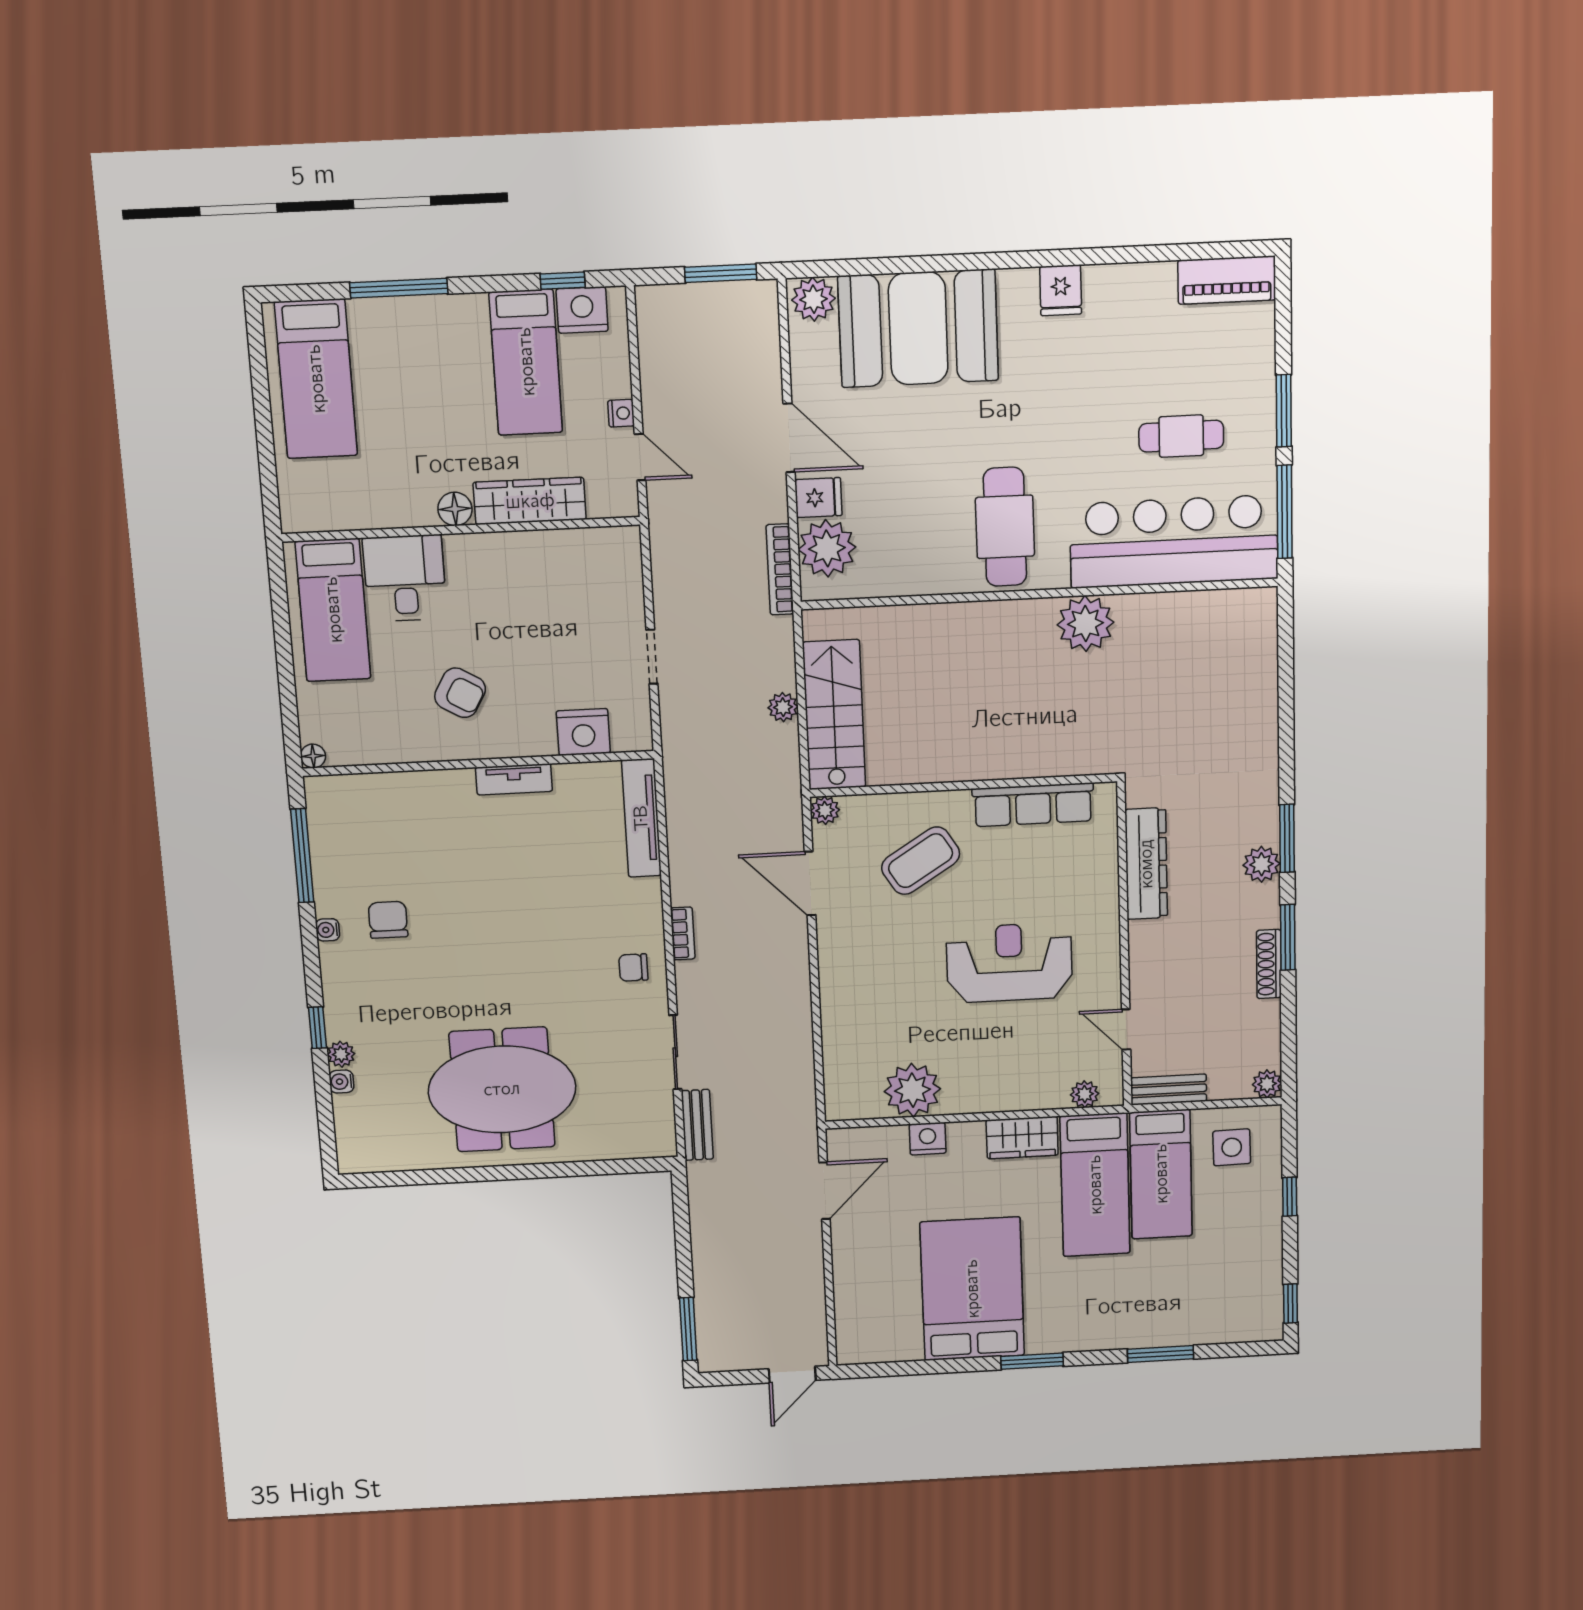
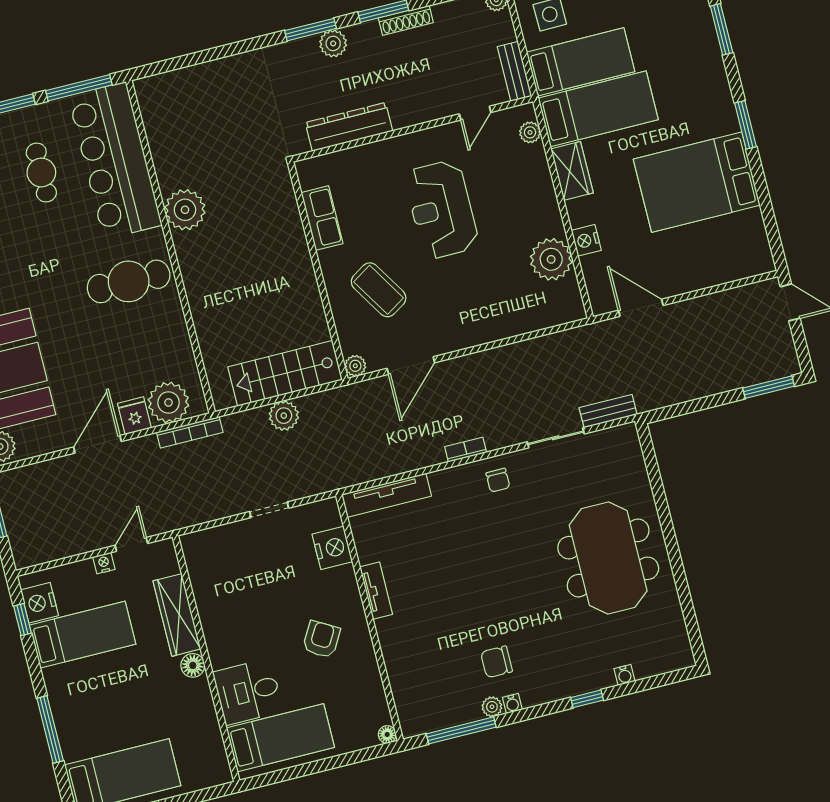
plant: (783, 707) -> (284, 416), width x1.38, depth x1.38
row of seats: (1033, 805) -> (322, 218), width x0.68
plant: (341, 1054) -> (492, 707), moved

